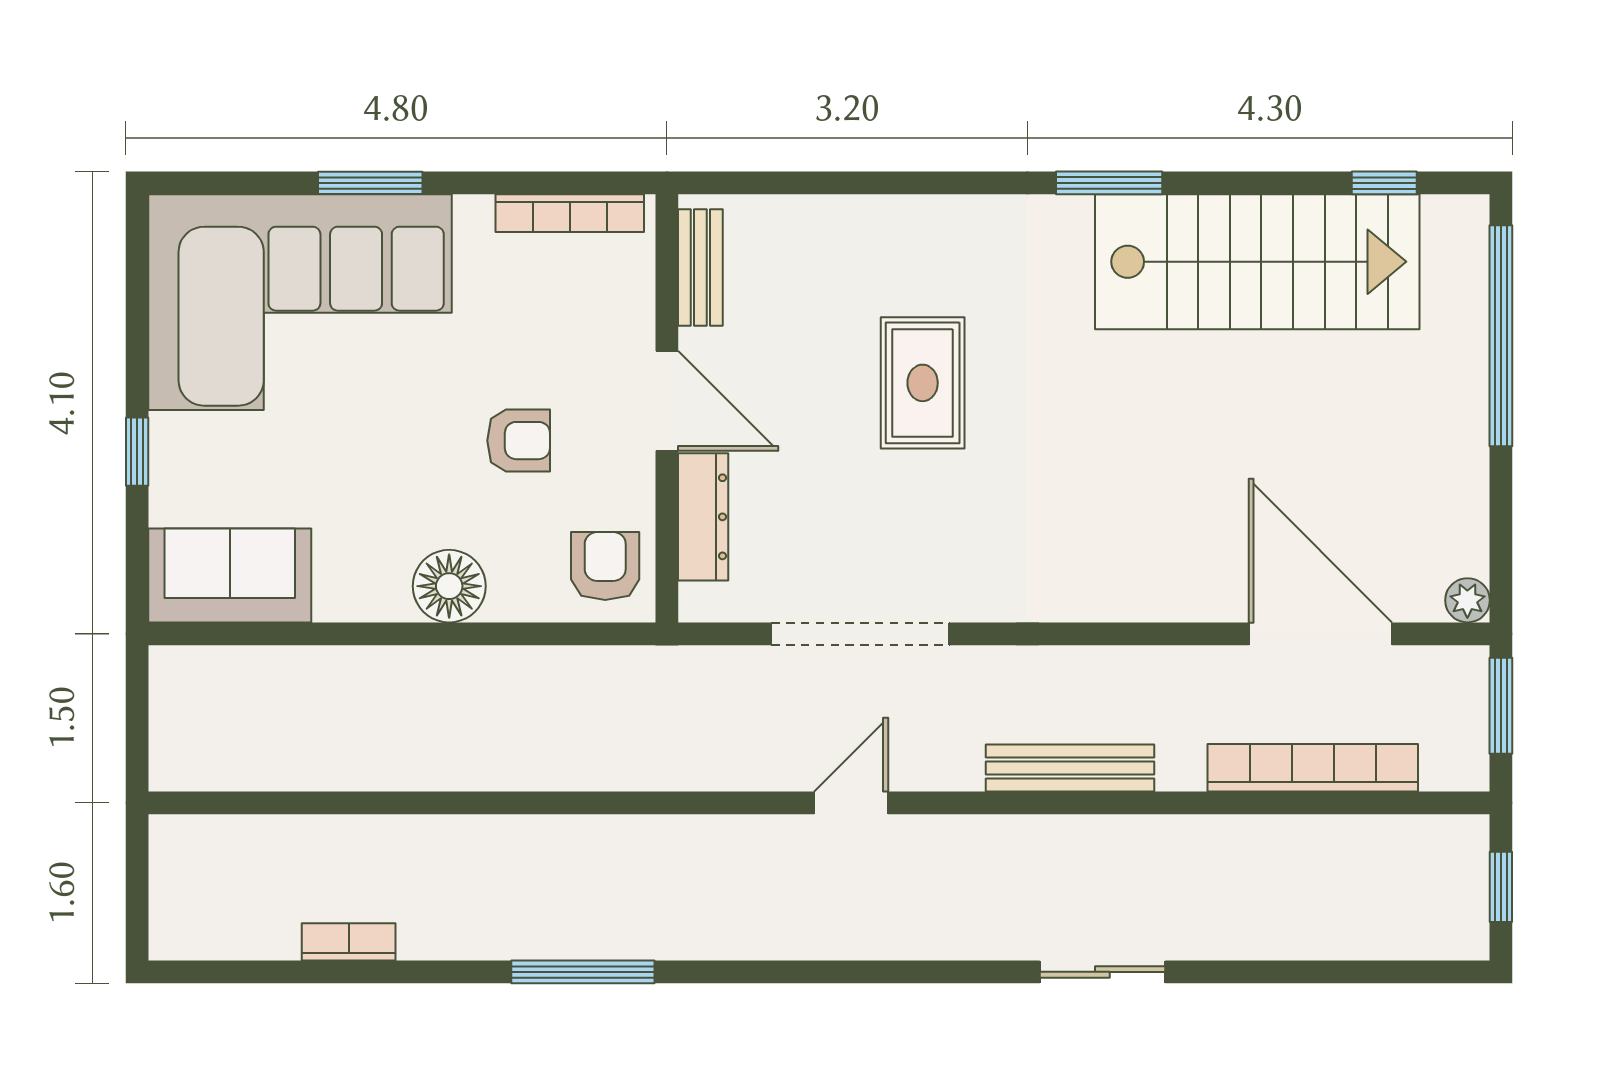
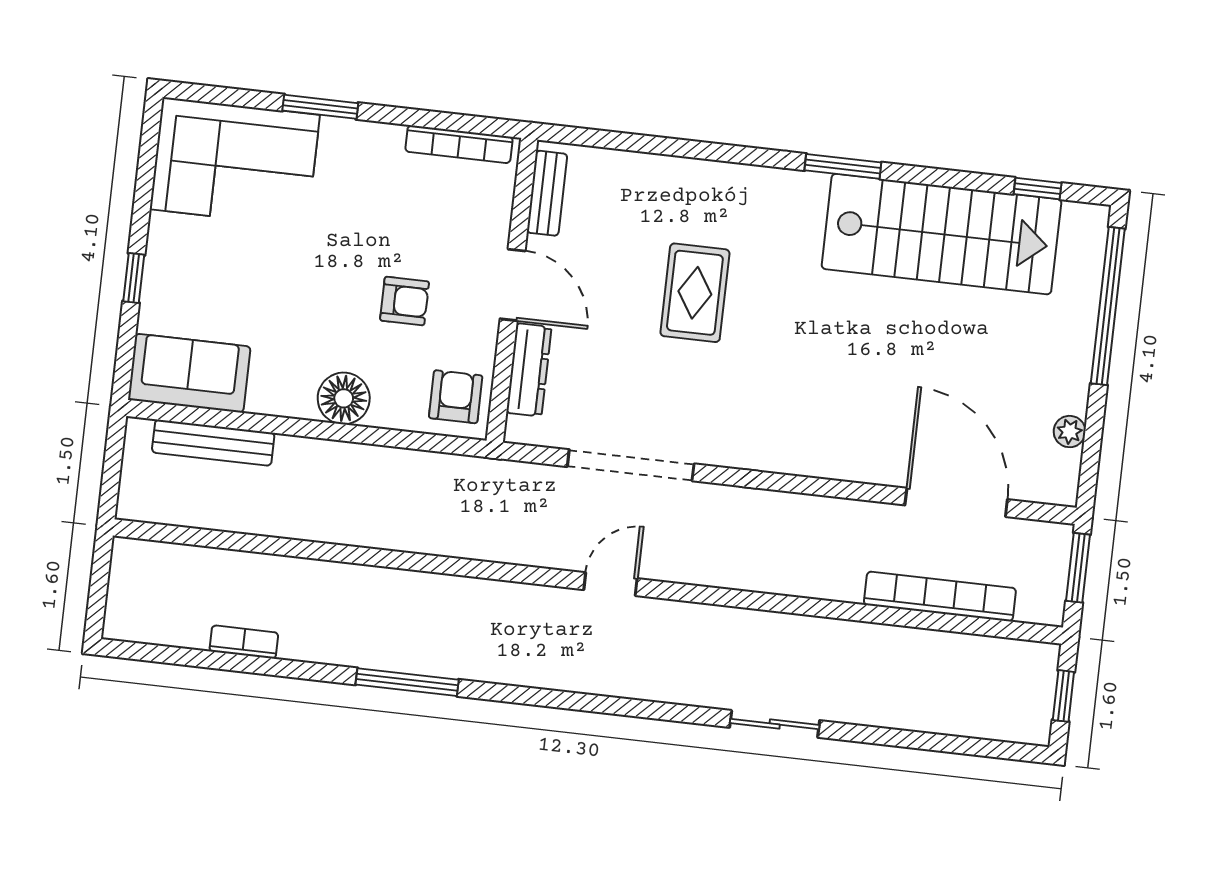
corner sofa: (300, 302) -> (235, 162), width x0.73, depth x0.74
plant: (1467, 600) -> (1070, 432), moved
bench: (1070, 768) -> (213, 443), moved

